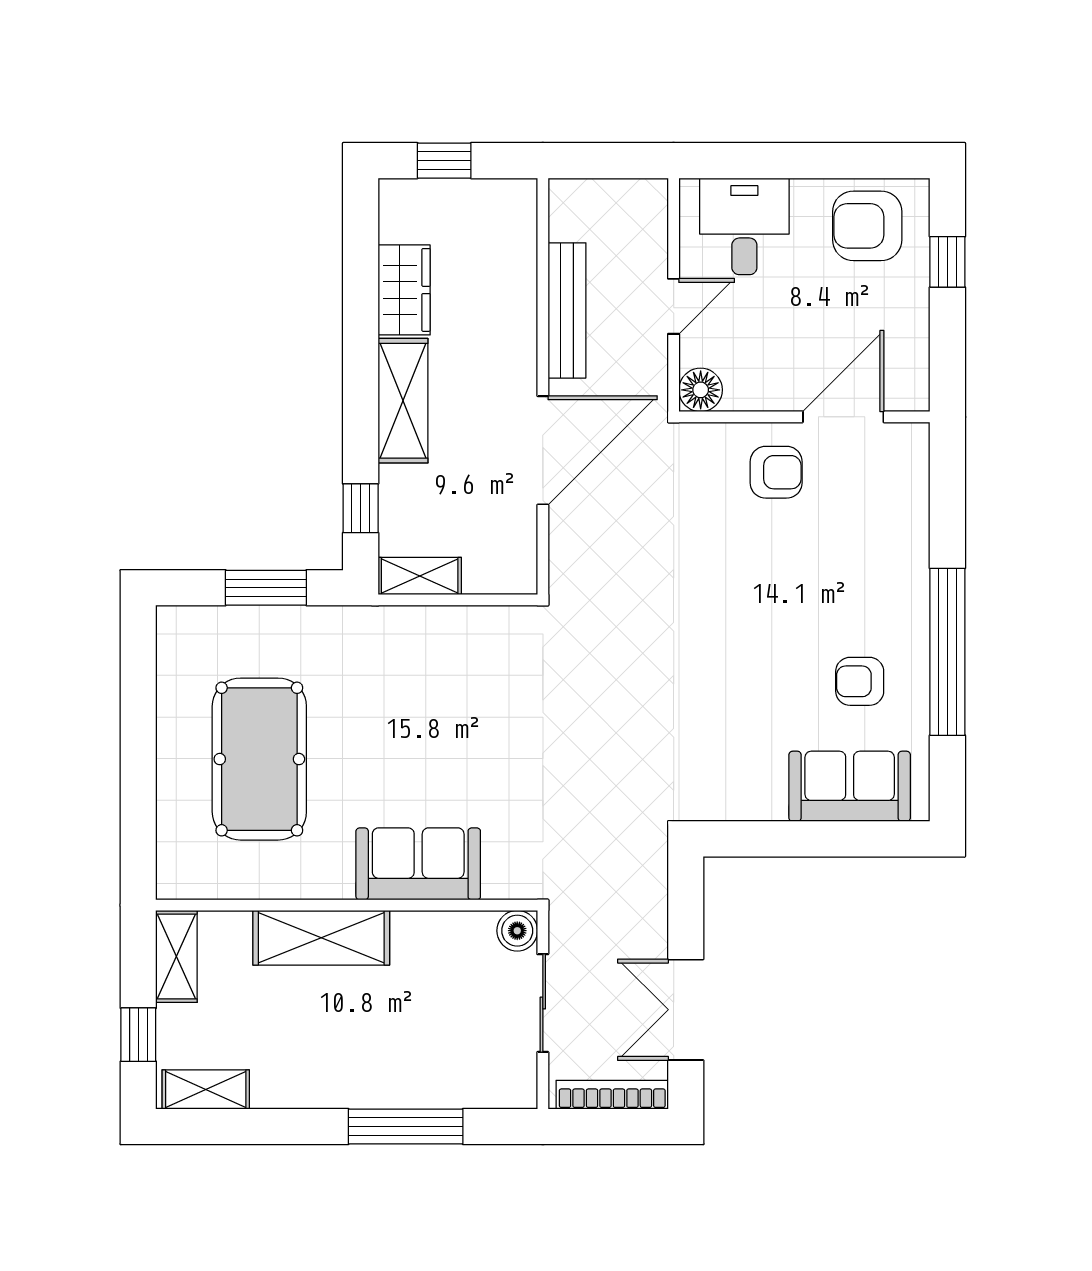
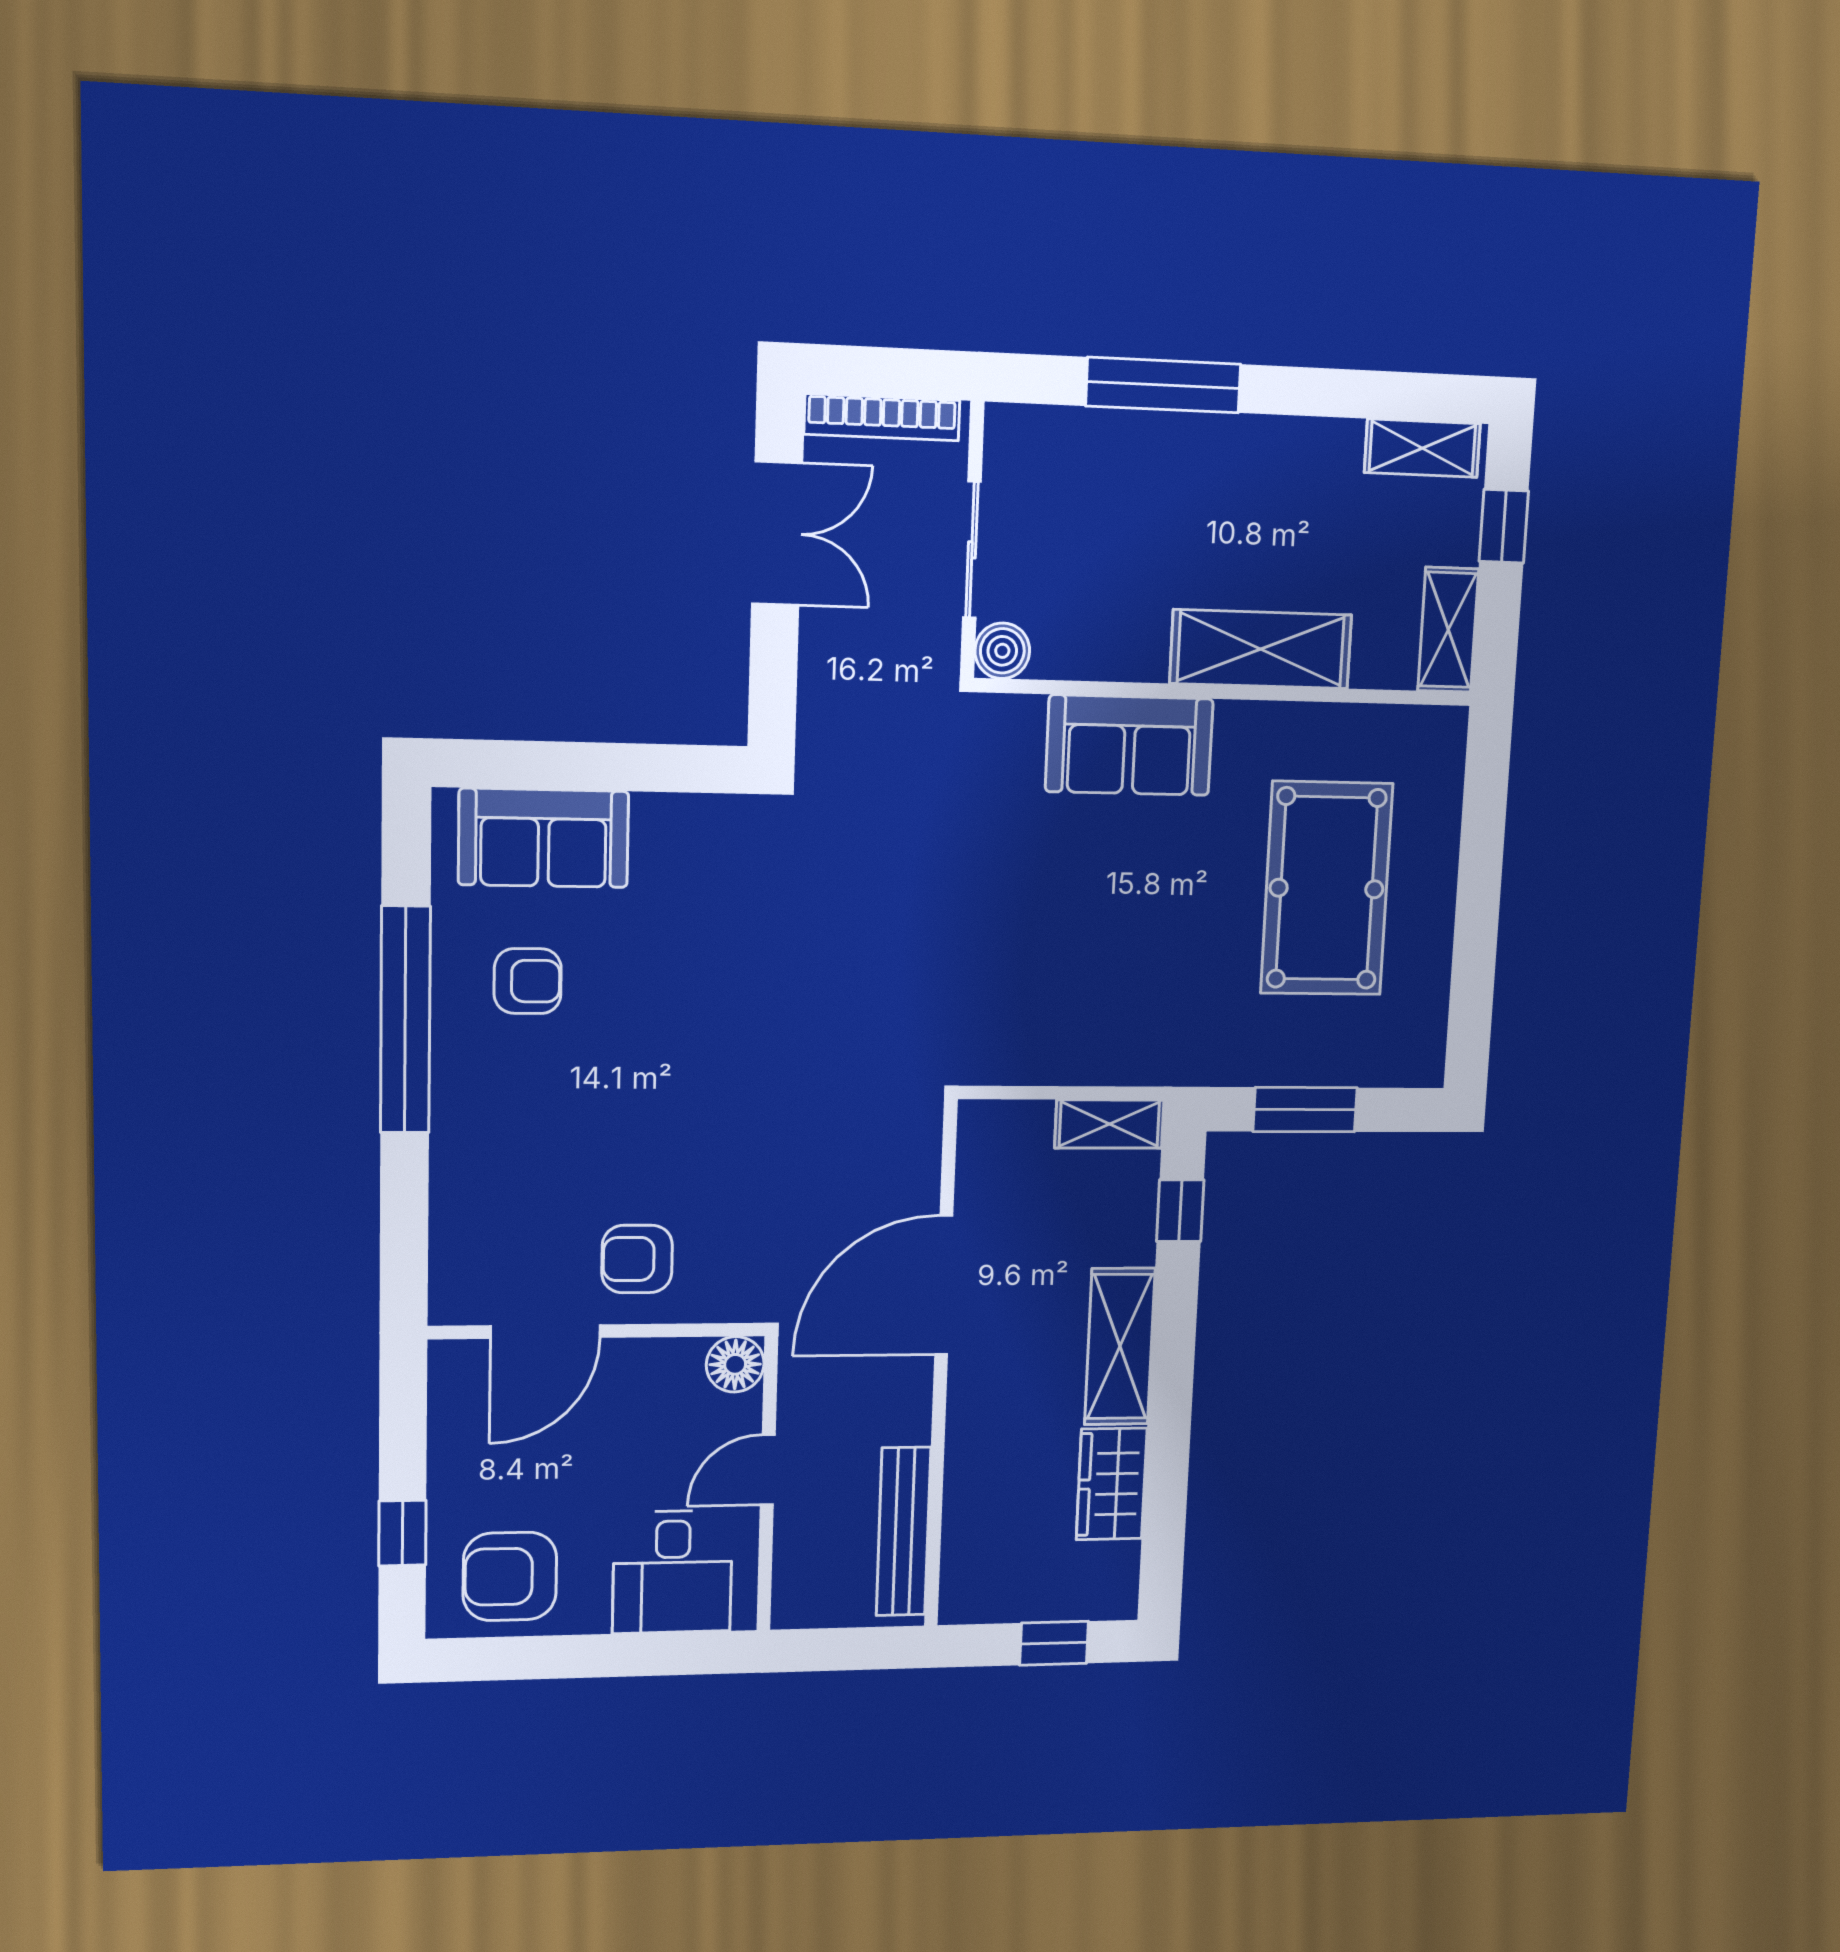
armchair: (867, 226) -> (510, 1576), turned 180
bench: (567, 310) -> (904, 1532), moved

